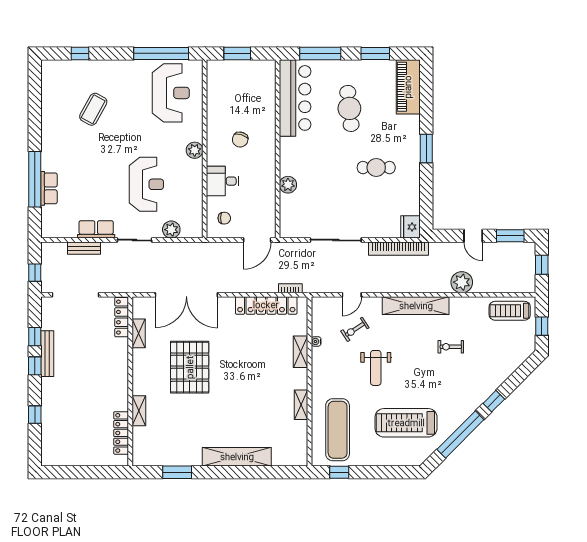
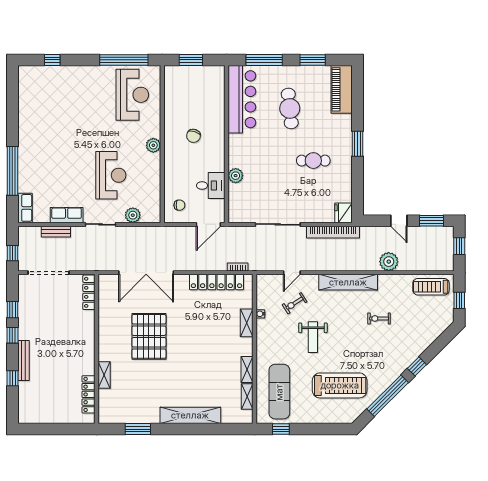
coffee table: (93, 109) -> (64, 109), removed
desk: (223, 181) -> (211, 186), moved, turned 180
row of seats: (49, 188) -> (25, 208), moved
shelving: (139, 333) -> (247, 396), moved
bench: (47, 354) -> (23, 360), moved
treadmill: (406, 423) -> (340, 385), turned 180

